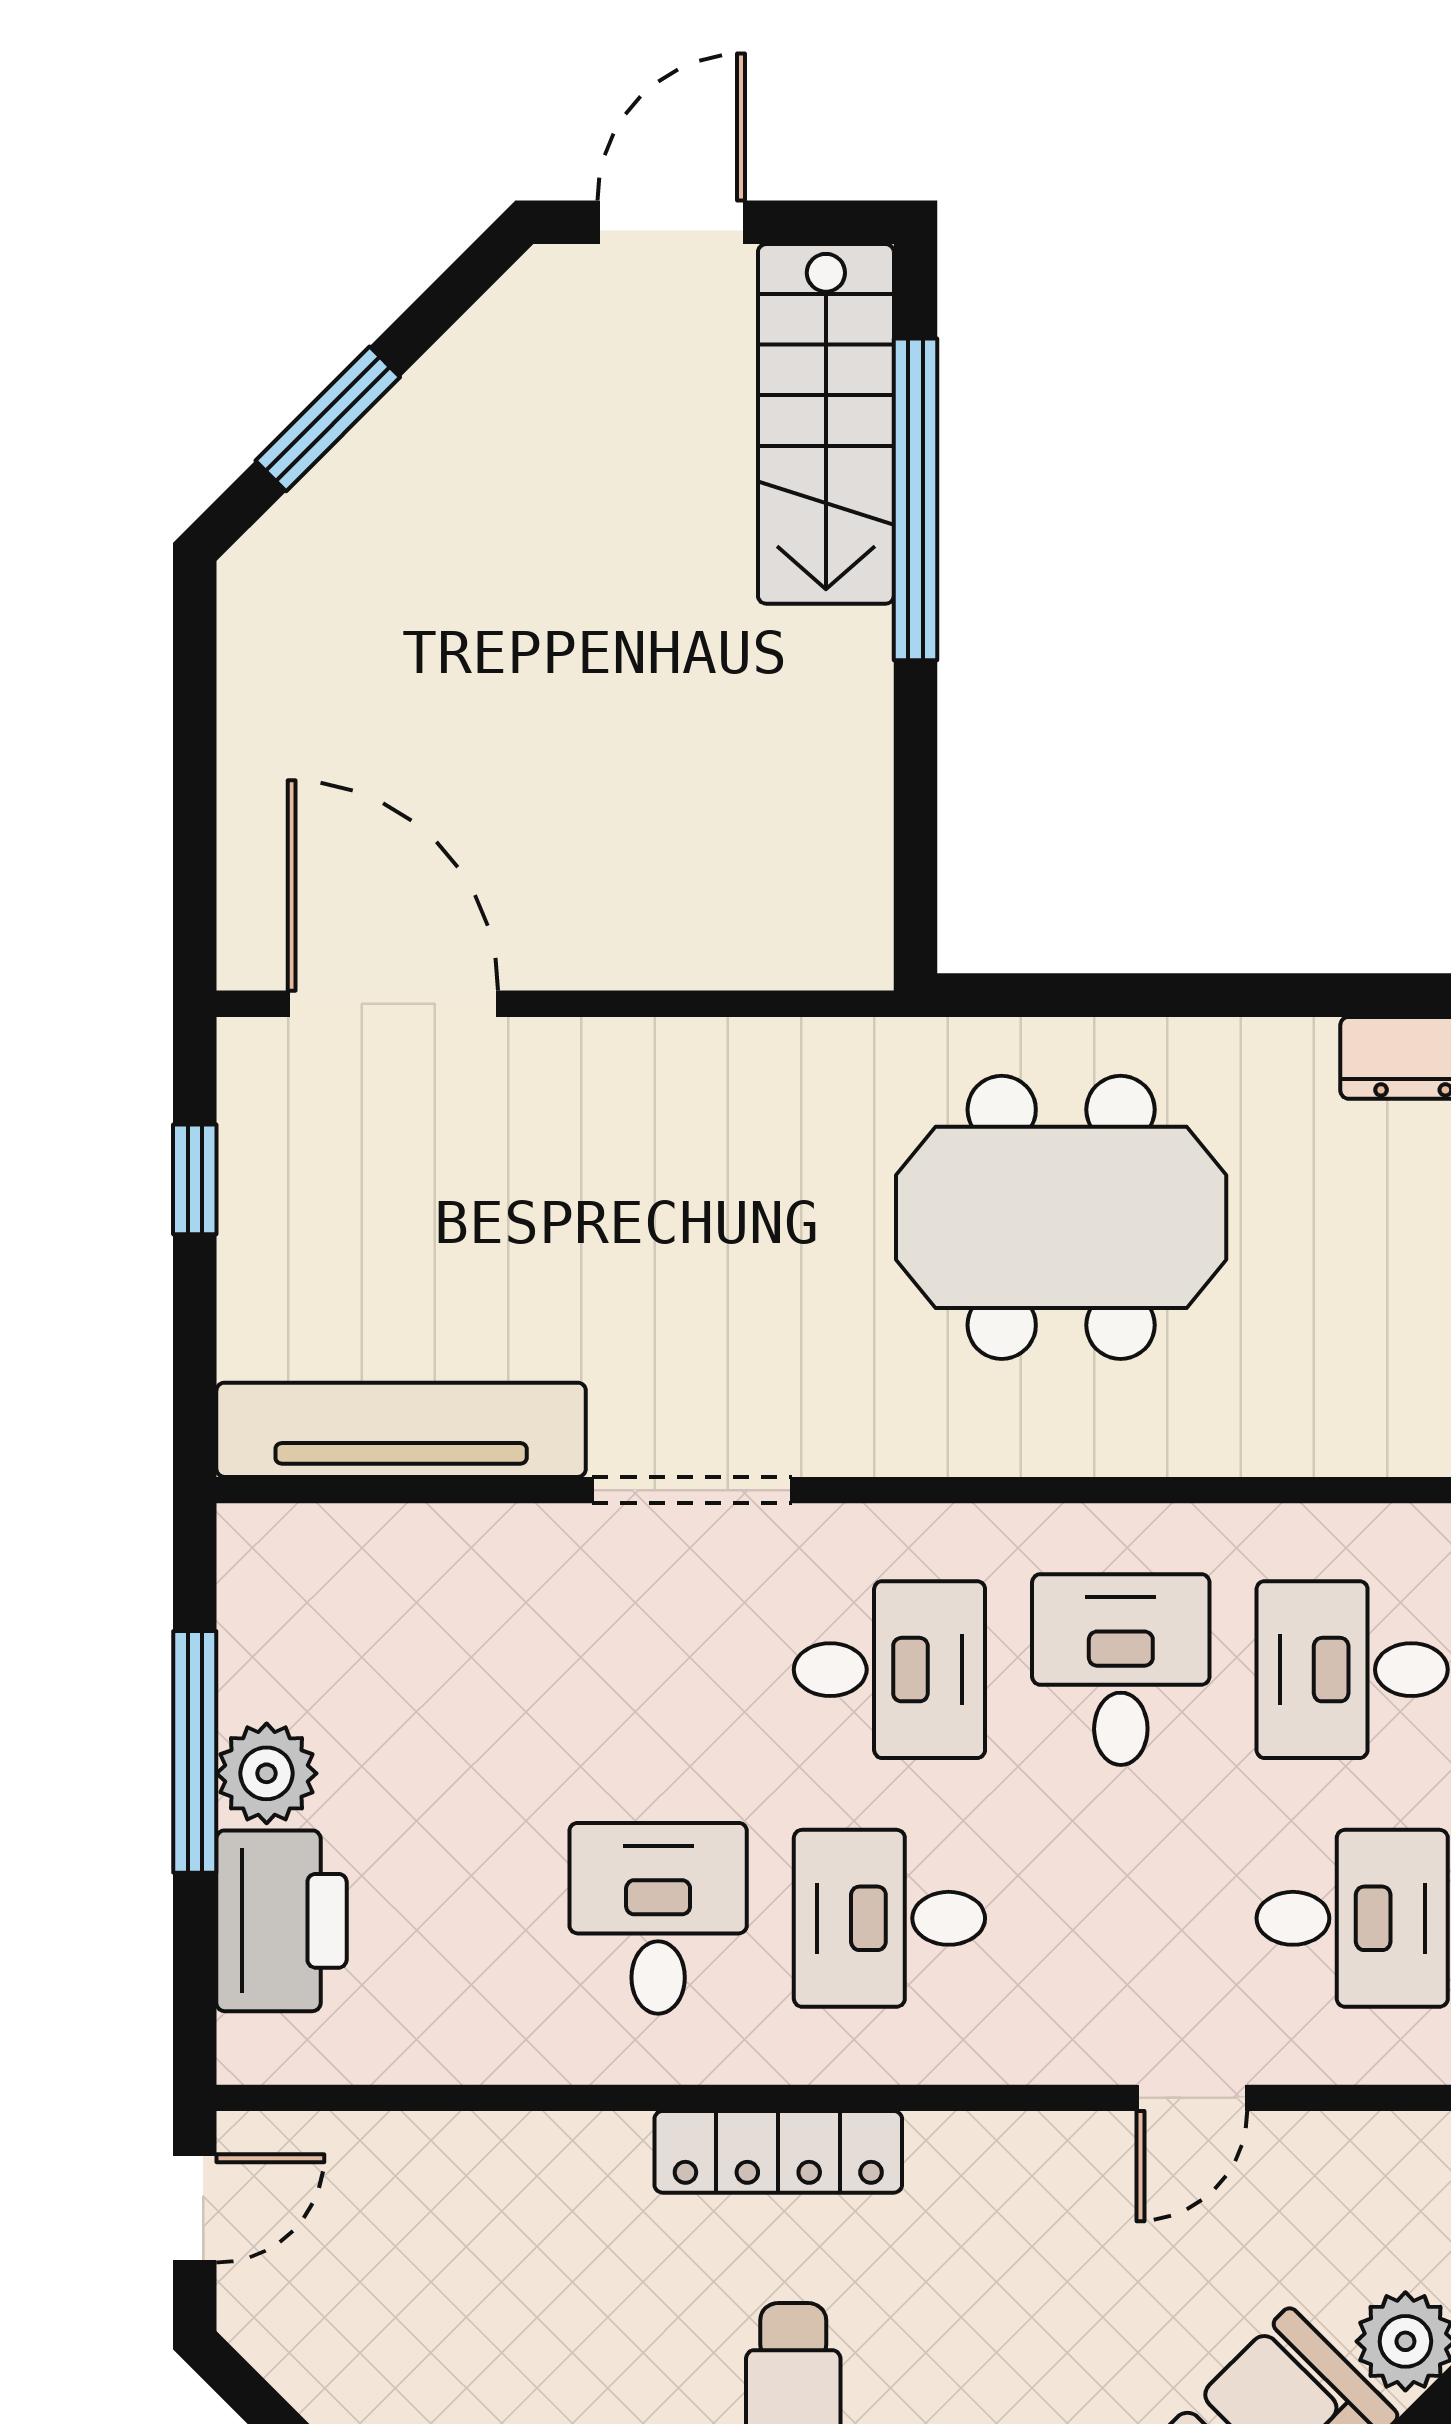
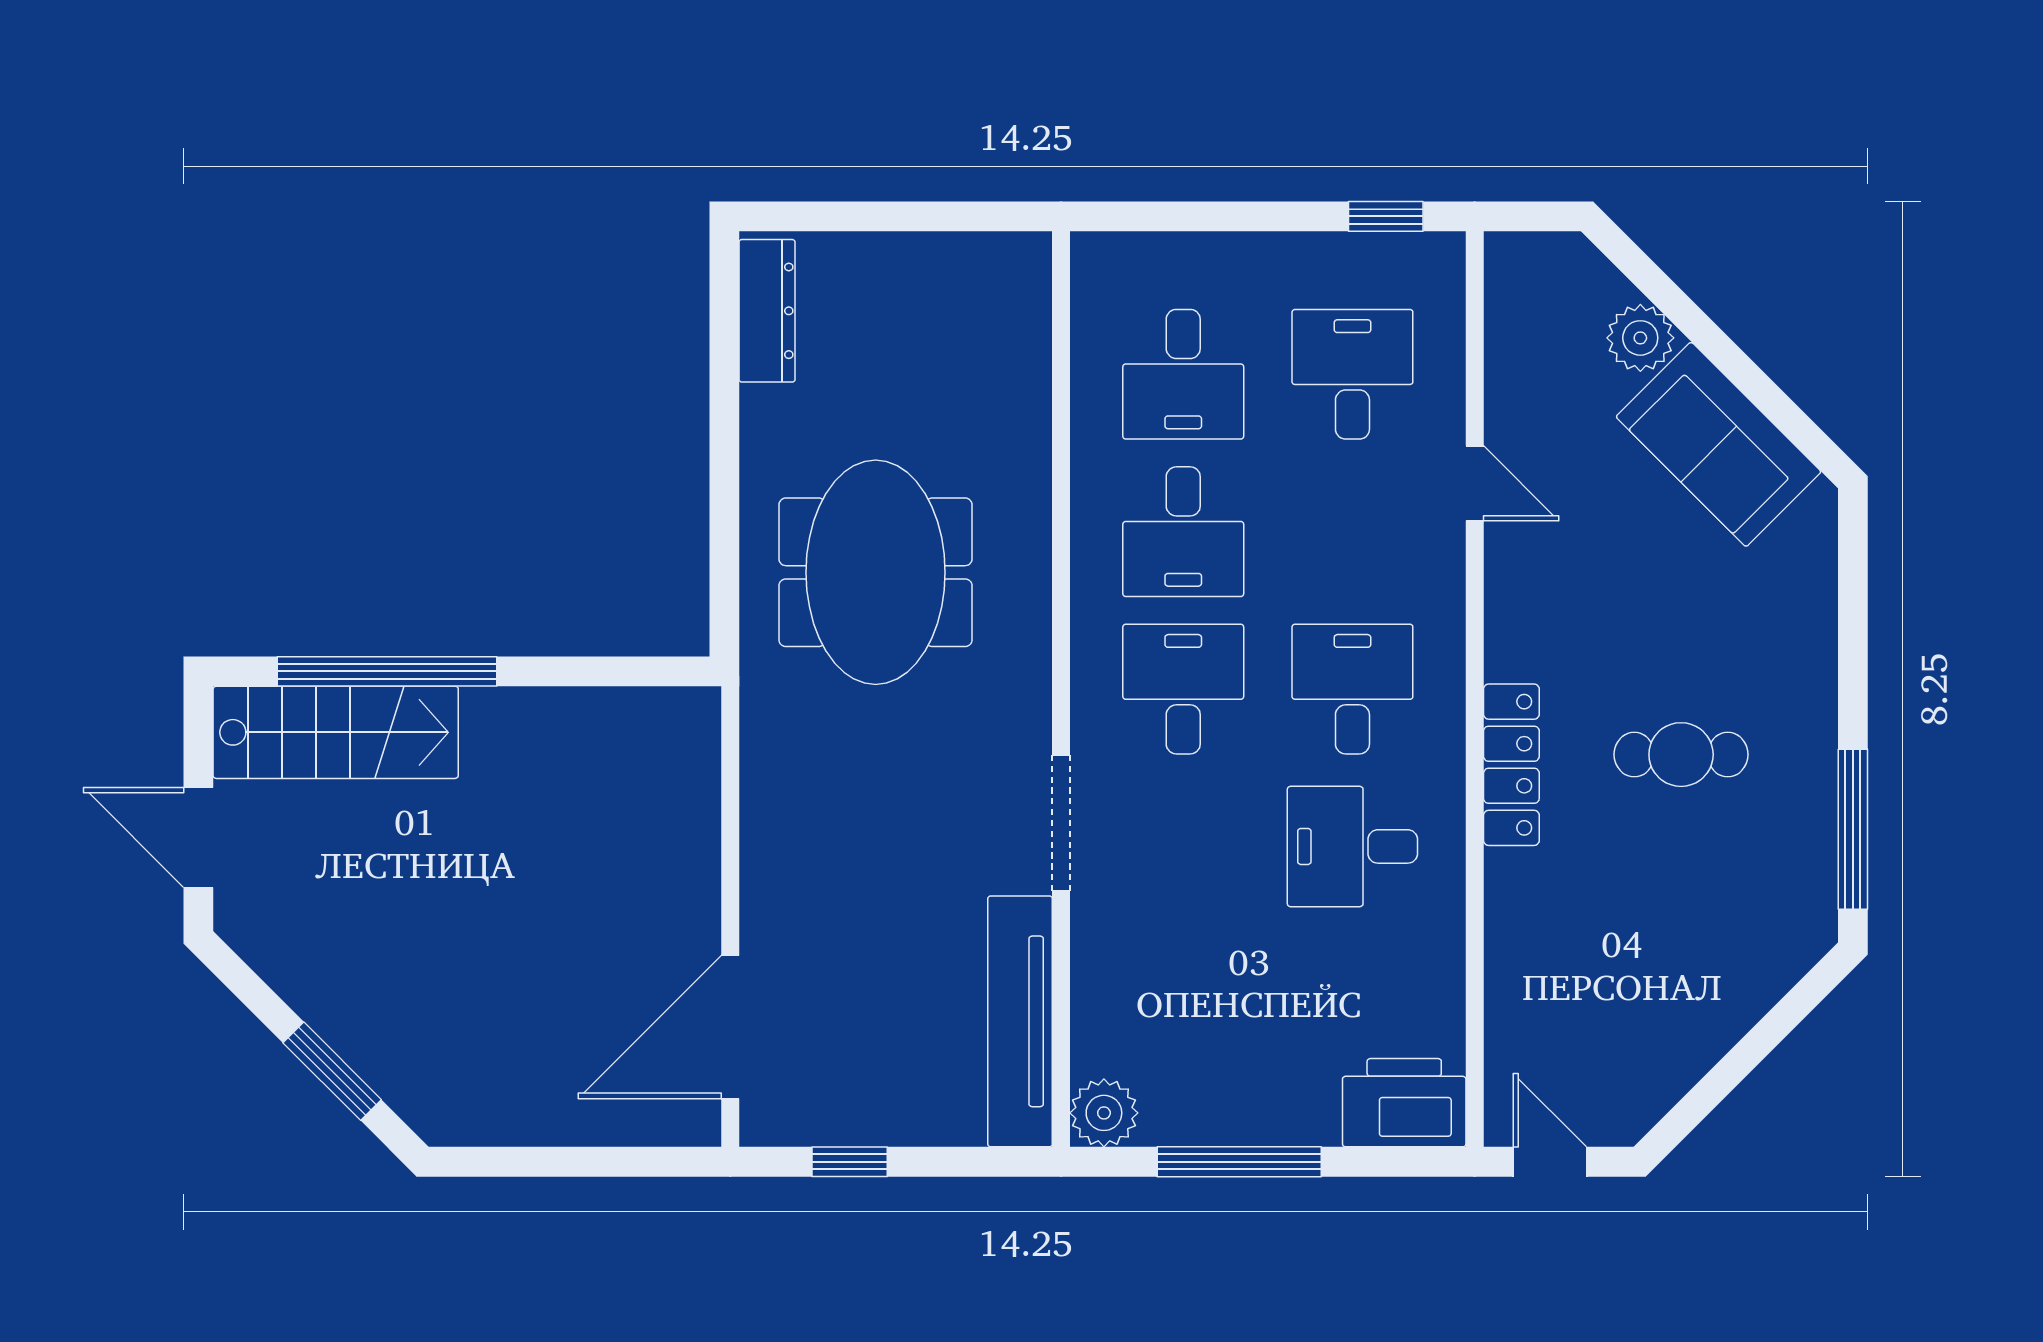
desk: (1121, 1670) -> (1183, 532), turned -90
plant: (267, 1773) -> (1104, 1113), moved
desk: (889, 1918) -> (1352, 689), turned 180
printer: (282, 1921) -> (1404, 1103), moved

